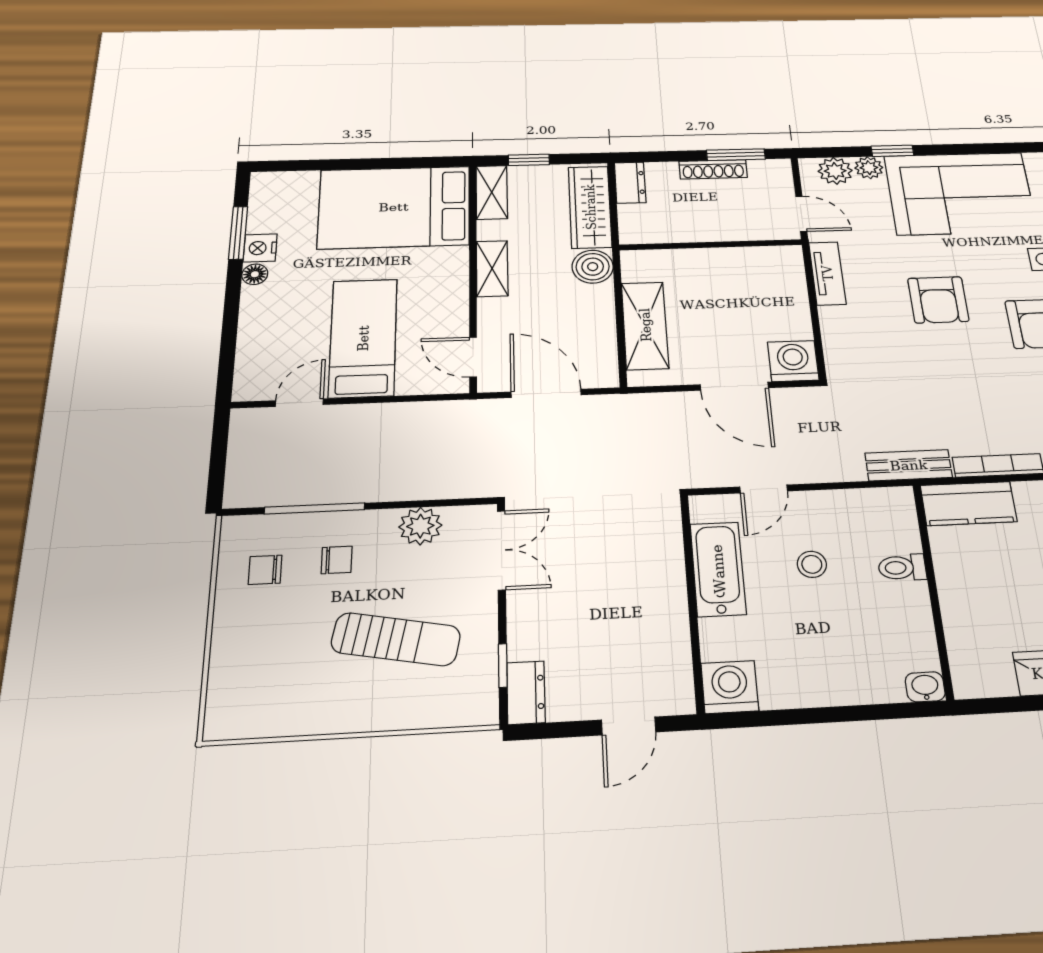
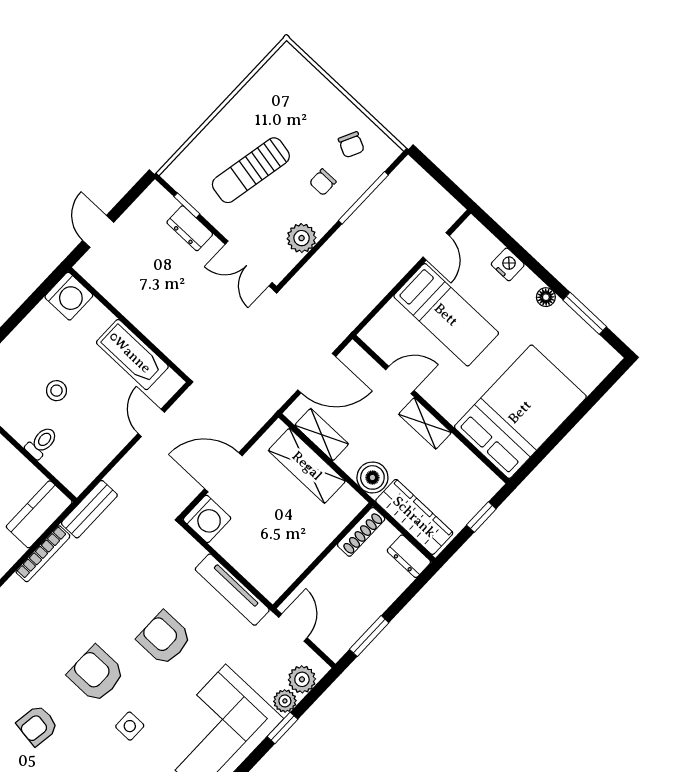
shoe rack: (713, 169) -> (361, 532), moved, turned 180
shelving: (492, 192) -> (322, 435), moved
door: (801, 214) -> (293, 628), swing flipped
nightstand: (260, 248) -> (508, 264), moved
tv unit: (827, 273) -> (232, 590), width x1.41
door: (473, 357) -> (400, 380), moved
stool: (812, 564) -> (56, 391), moved
chair: (265, 570) -> (351, 145), turned 116
dresser: (526, 693) -> (190, 228), moved

